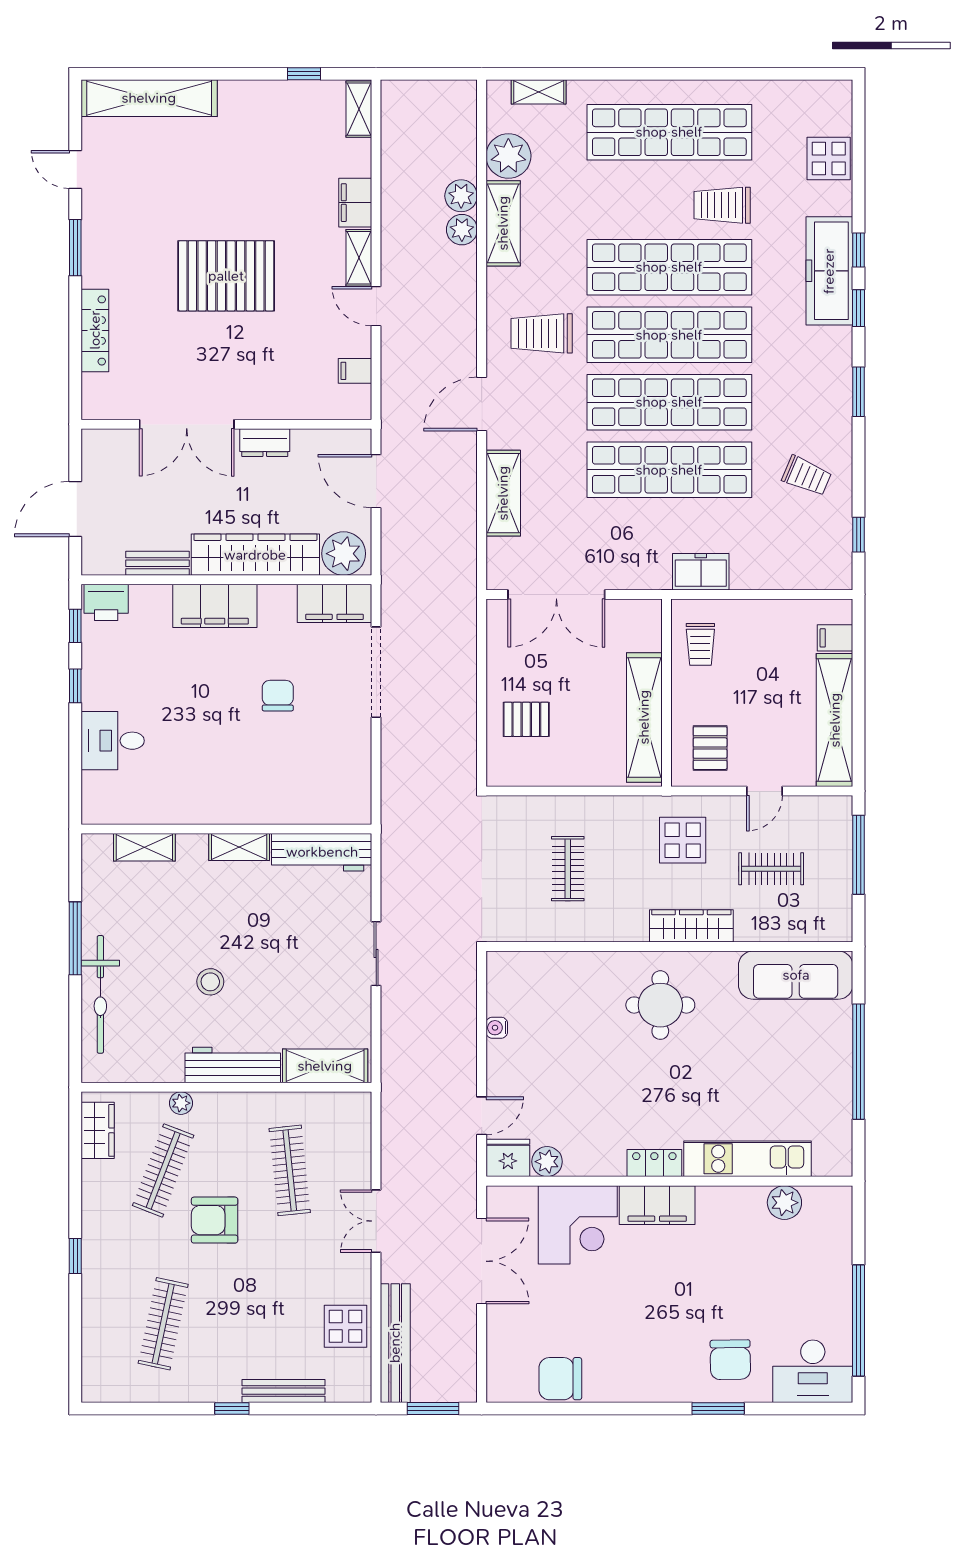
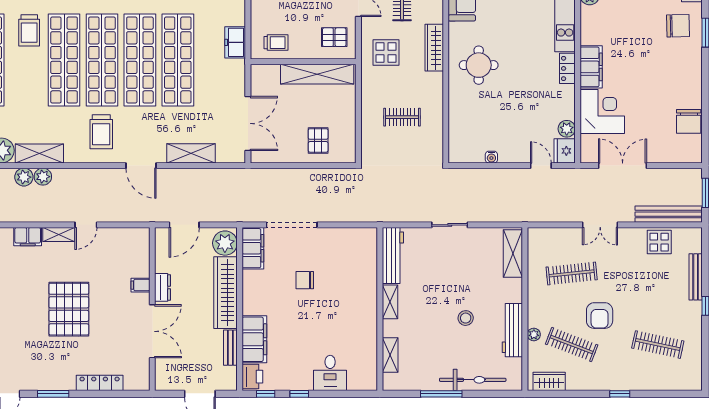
filing cabinet: (355, 371) -> (140, 285), moved, turned 90
filing cabinet: (215, 606) -> (254, 339), moved
workbench: (233, 1065) -> (512, 330), moved

